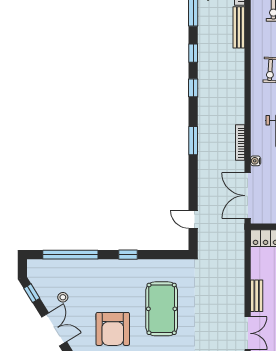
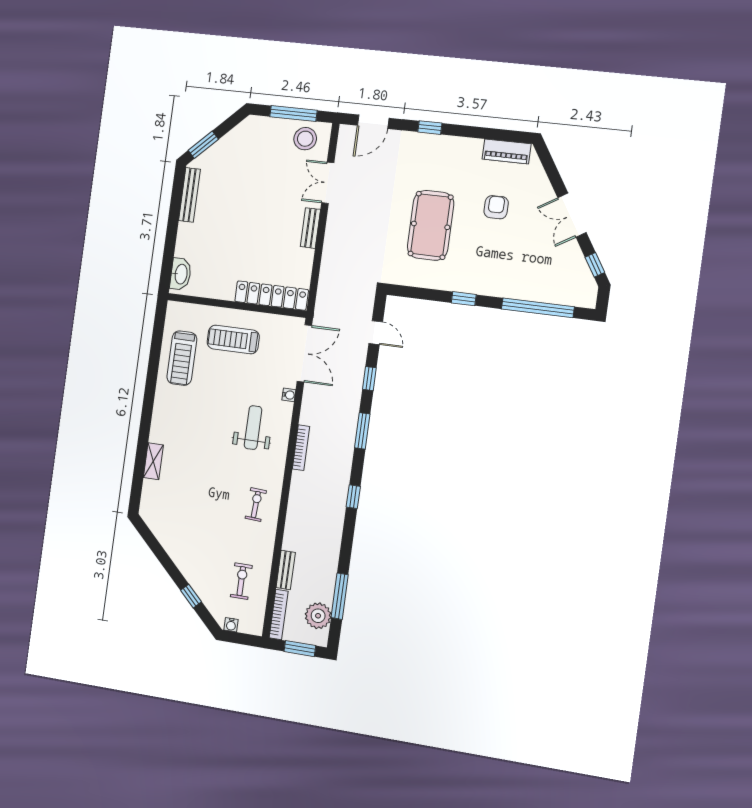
bench: (239, 27) -> (286, 570), width x0.73
window: (193, 53) -> (369, 379), moved
bookcase: (240, 143) -> (301, 448), moved
stool: (63, 297) -> (555, 255), removed
armchair: (113, 329) -> (496, 207), width x0.53, depth x0.53

